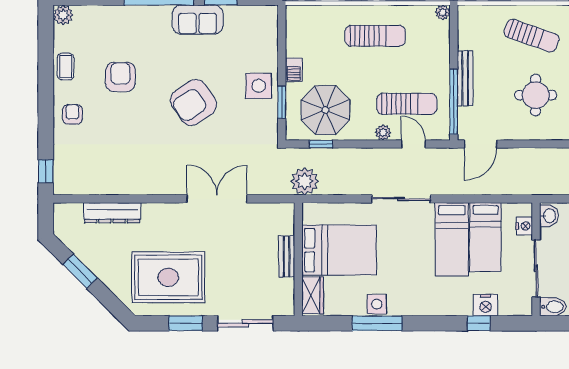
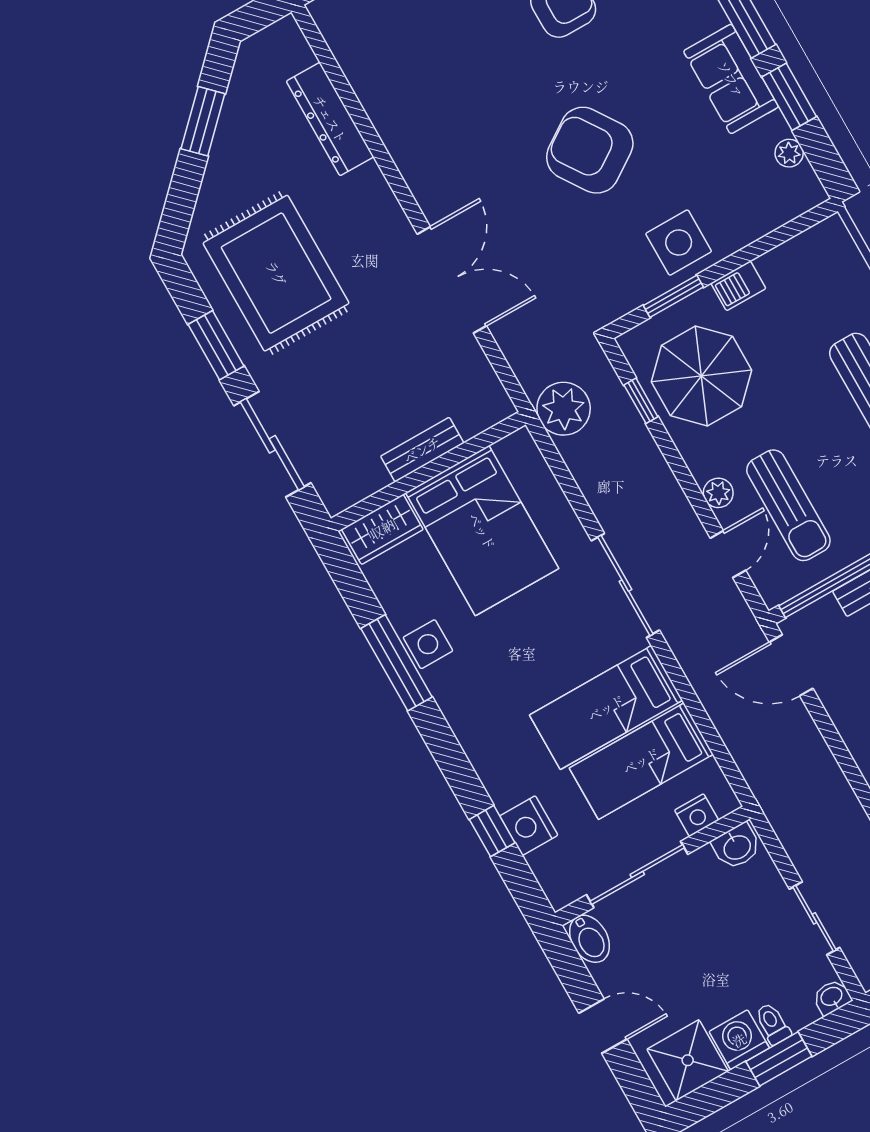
plant: (246, 12) -> (789, 153), added

